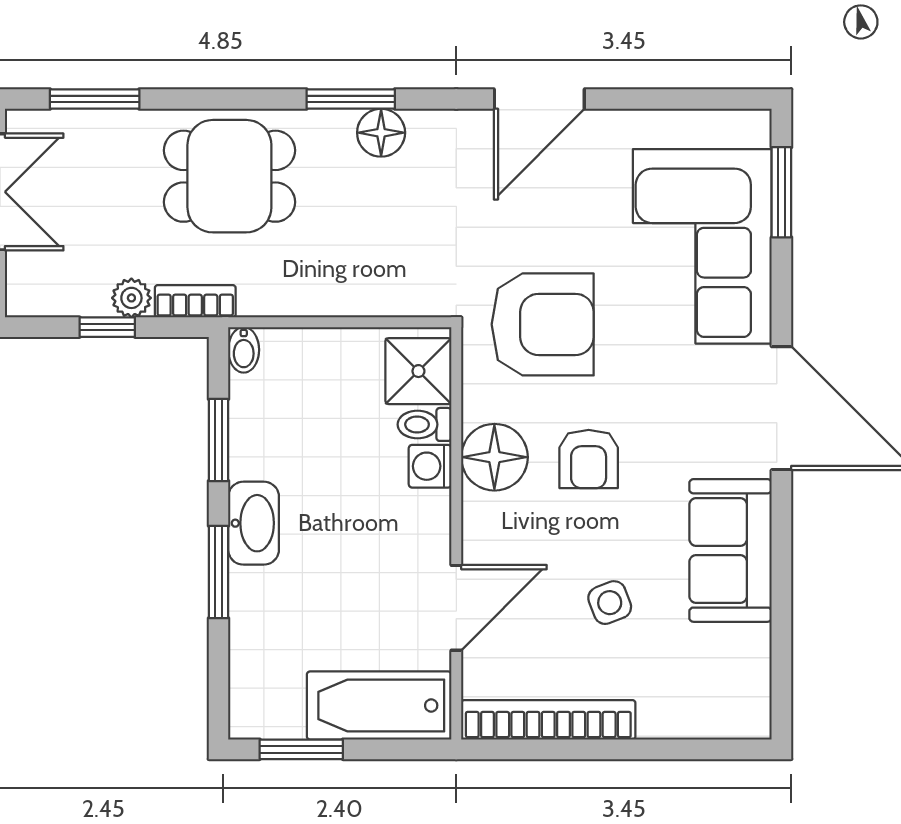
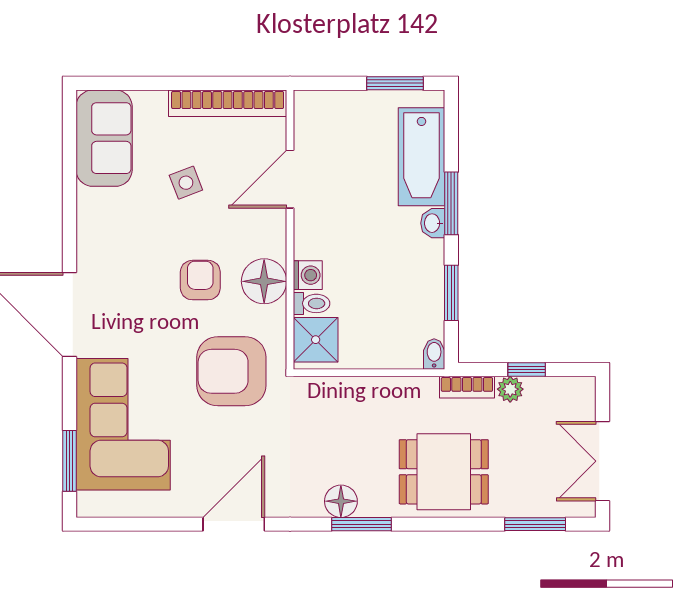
washbasin: (254, 523) -> (433, 223), width x0.52, depth x0.69
sofa: (730, 550) -> (104, 138), moved
bathtub: (379, 705) -> (421, 157), moved, turned 90

